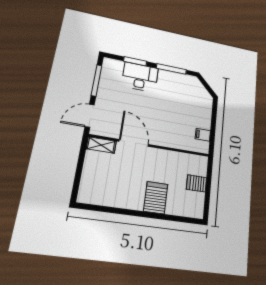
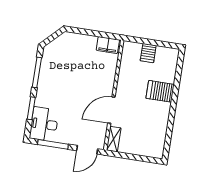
desk: (140, 77) -> (44, 124), moved
door: (90, 116) -> (87, 150), hinge flipped
filing cabinet: (203, 135) -> (108, 45), width x2.00

